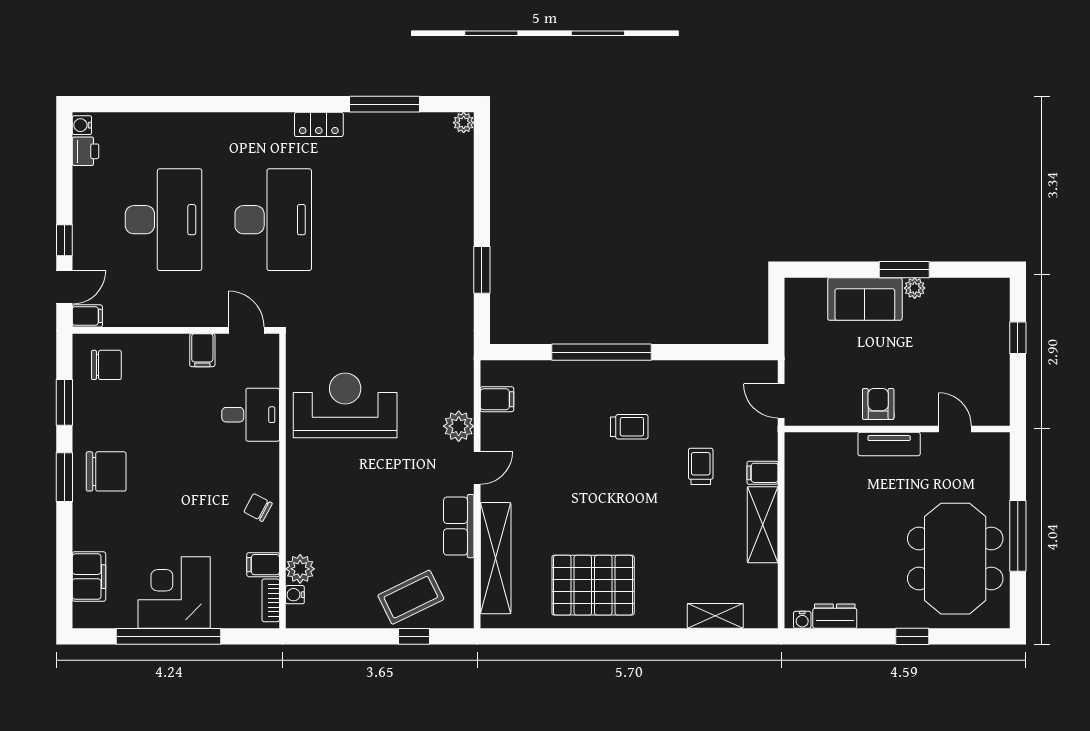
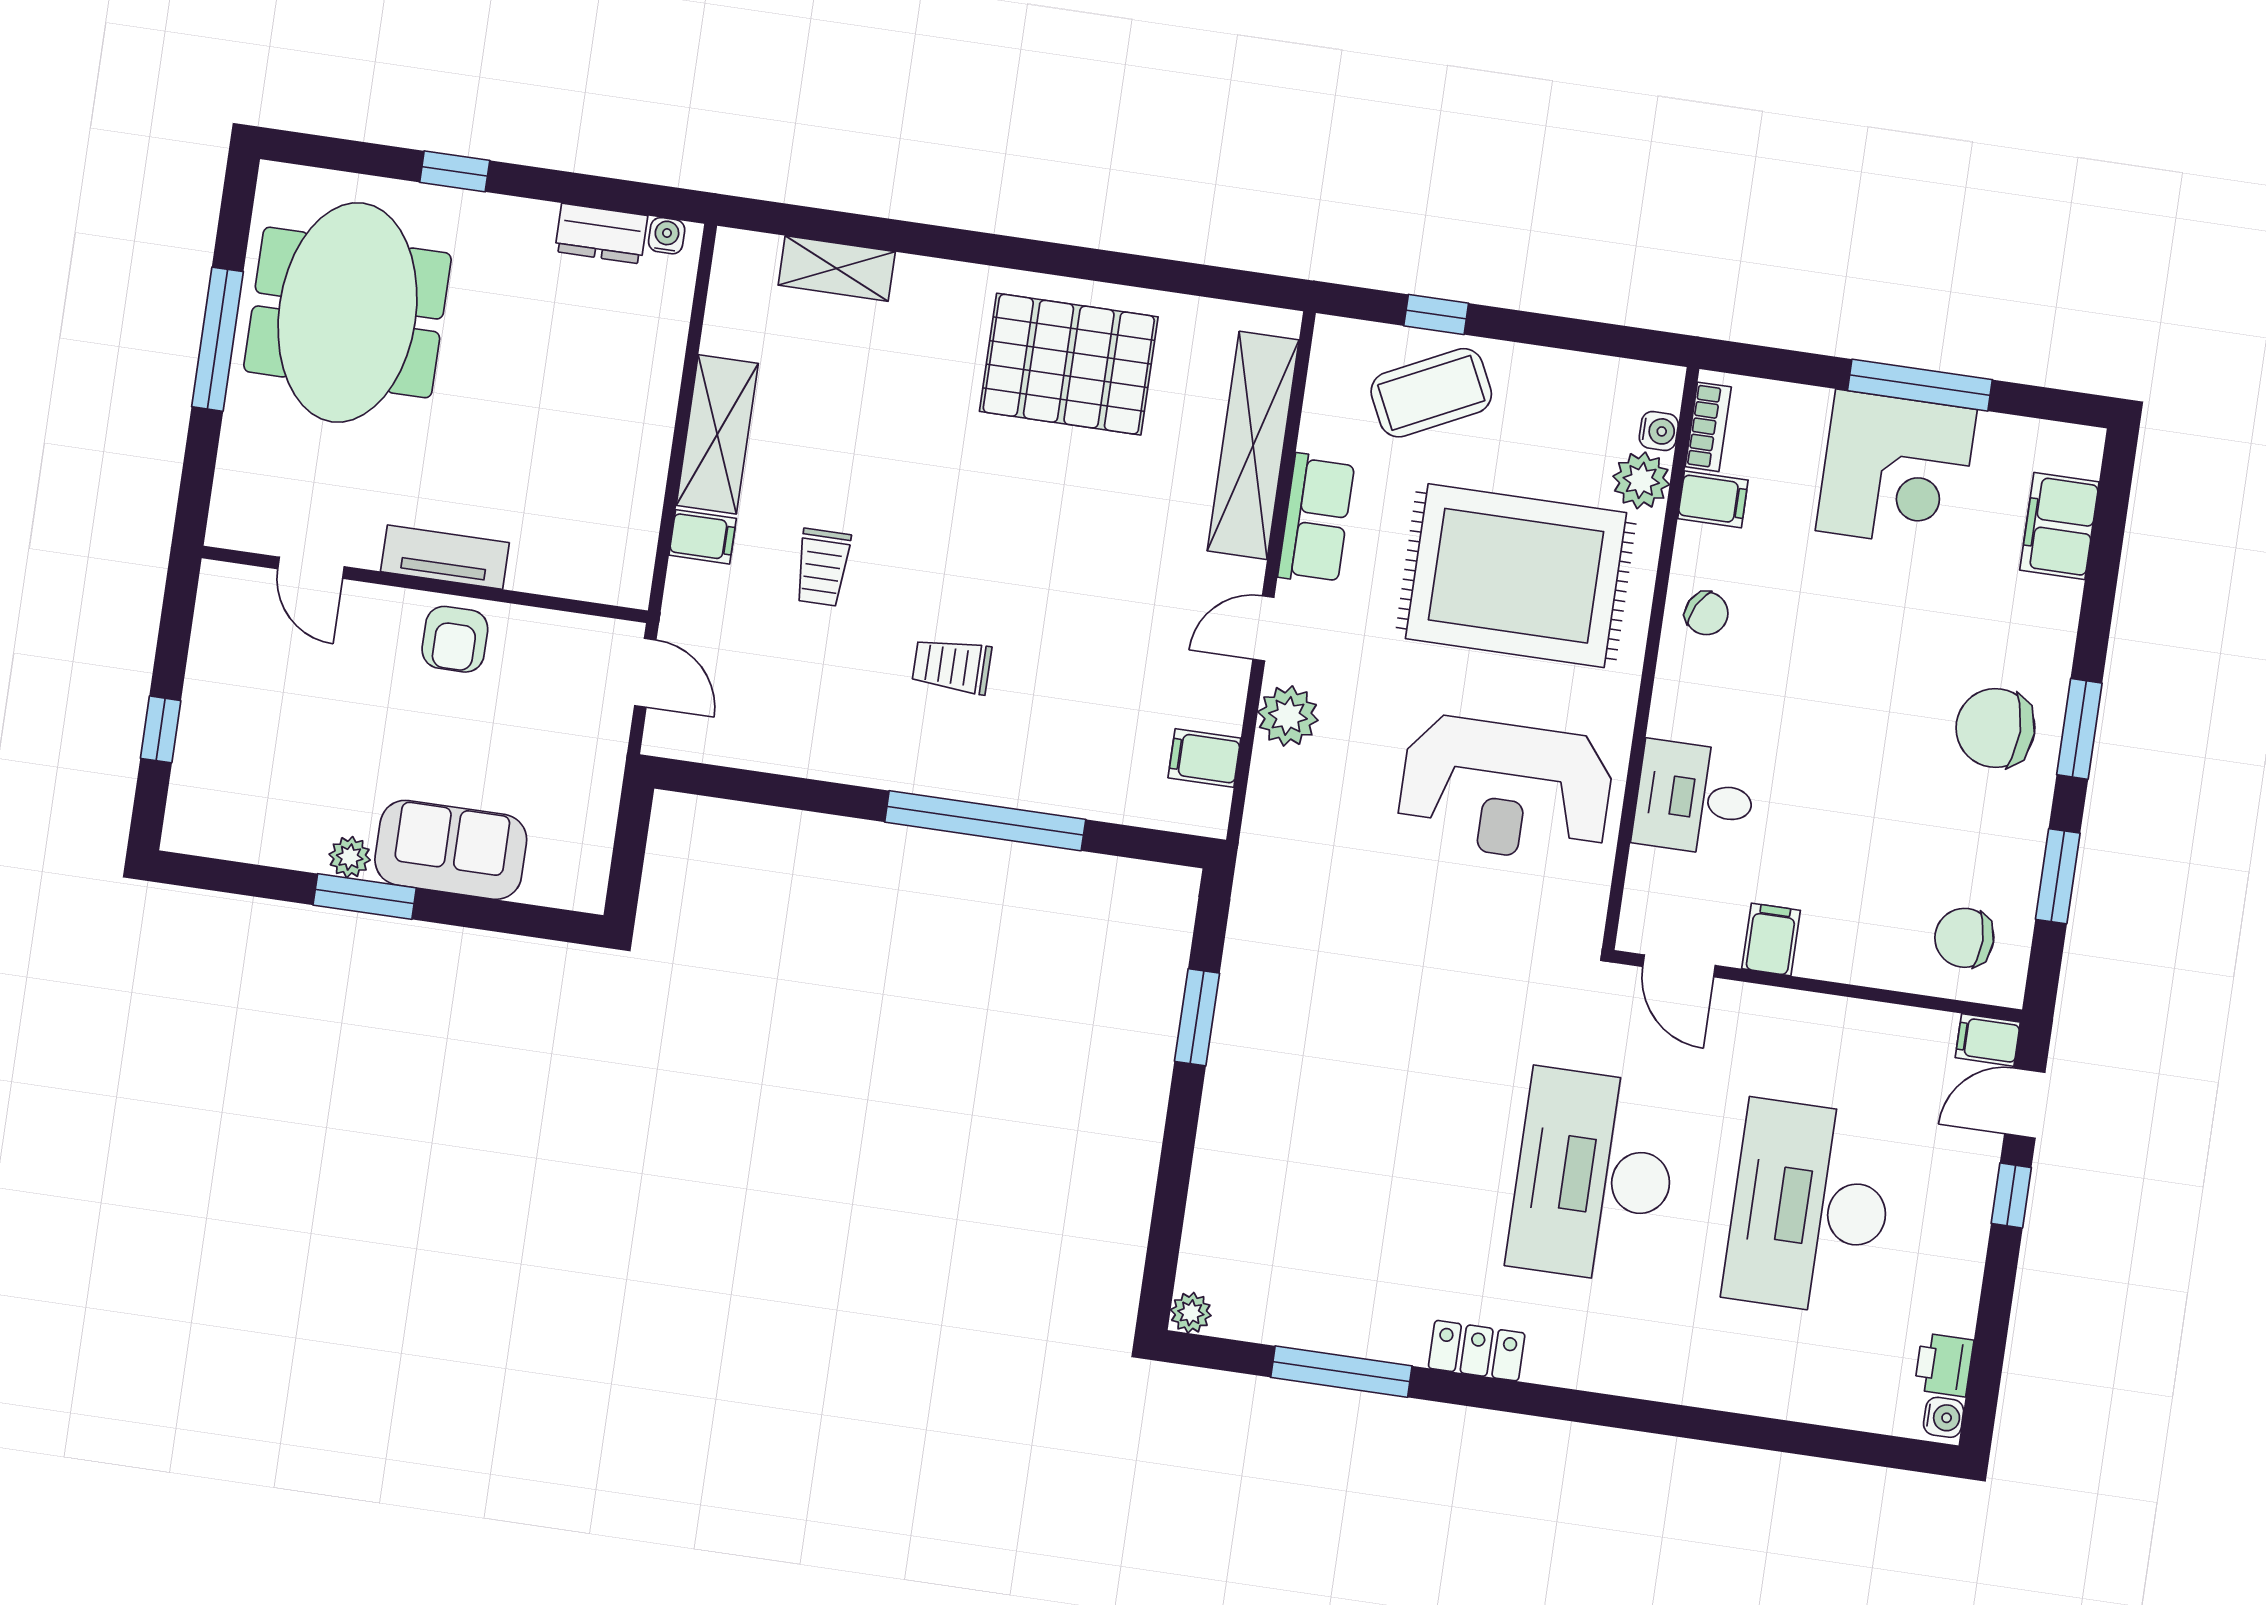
rug: (355, 512) -> (1516, 576), added
window: (169, 636) -> (1920, 385), width x0.68

